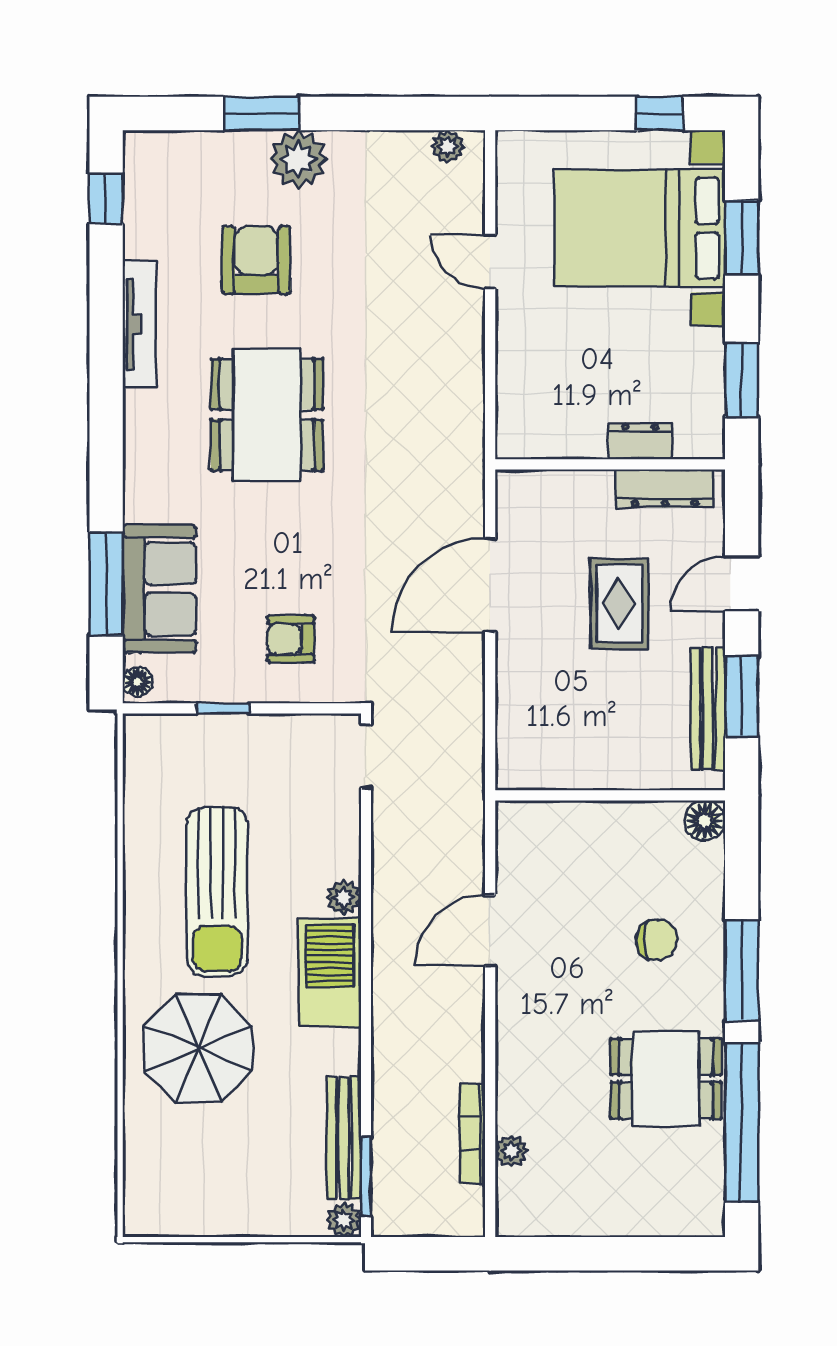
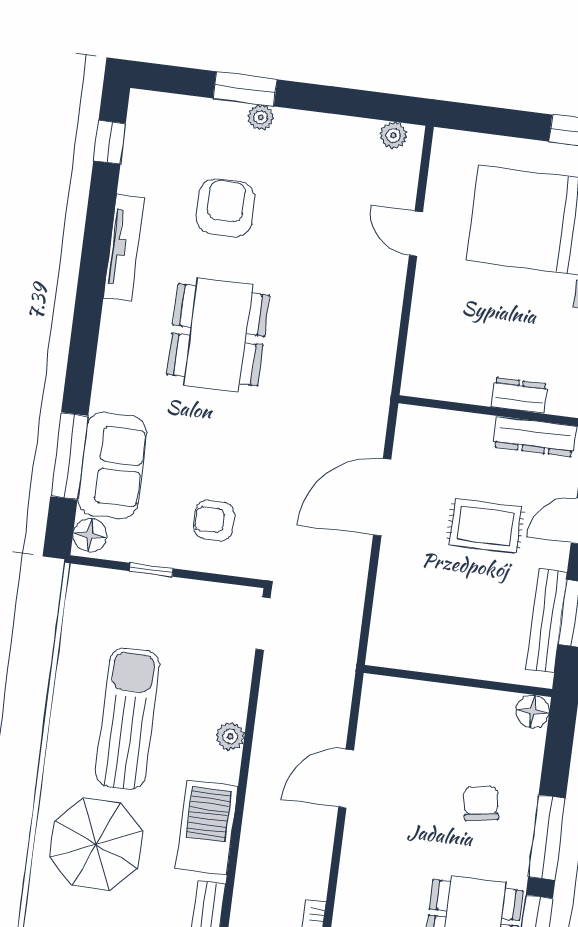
plant: (298, 159) -> (261, 117), width x0.53, depth x0.53
rug: (619, 604) -> (485, 526), turned 90
floor lamp: (138, 682) -> (90, 535), width x1.37, depth x1.37
sun lounger: (217, 892) -> (128, 718), turned 180
chair: (657, 940) -> (481, 804), turned -99
barbecue: (330, 972) -> (207, 828), moved

